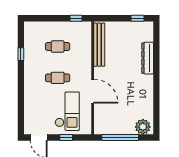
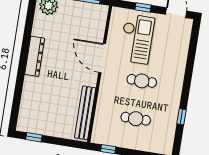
dresser: (148, 58) -> (35, 56), moved
checkout: (67, 111) -> (137, 39), turned 180

